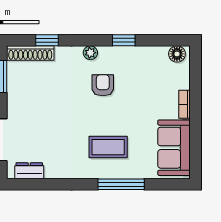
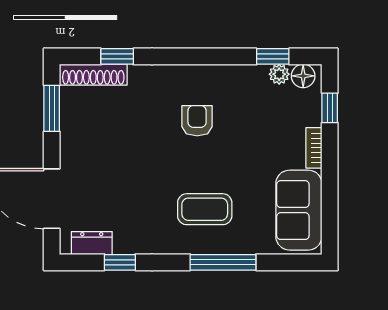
window: (124, 40) -> (273, 56), moved
plant: (90, 53) -> (279, 74), moved
window: (196, 76) -> (330, 108), added
window: (49, 184) -> (120, 262), added

